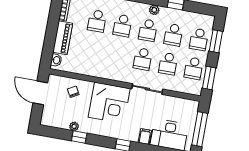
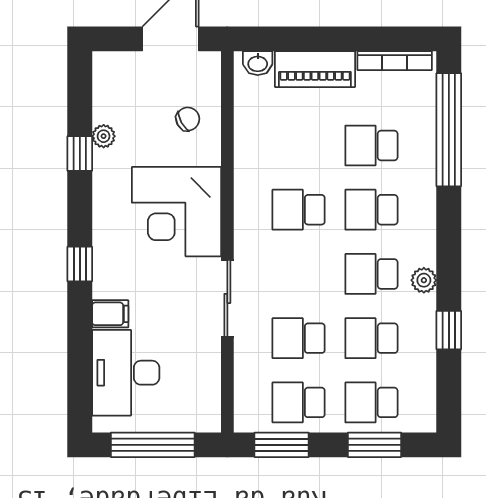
school desk: (143, 59) -> (299, 210), moved

